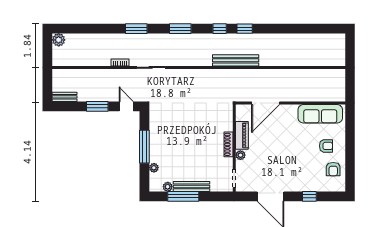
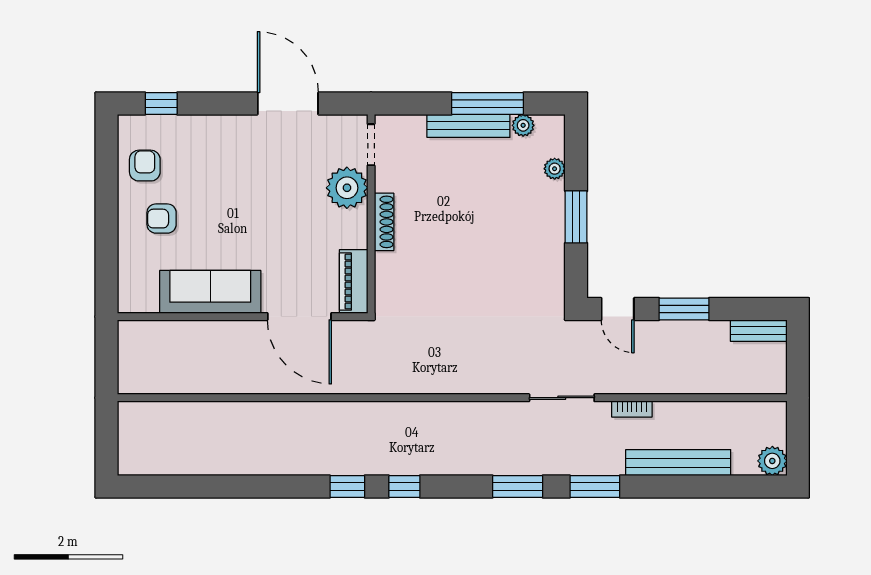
window: (180, 29) -> (518, 486), moved
bench: (236, 60) -> (678, 463), moved
door: (266, 103) -> (299, 317), swing flipped
sofa: (320, 114) -> (210, 292), moved
piano: (242, 135) -> (354, 282), moved
window: (144, 147) -> (576, 217), width x0.69
plant: (240, 155) -> (347, 188), width x1.88, depth x1.88
window: (309, 196) -> (161, 103), moved

